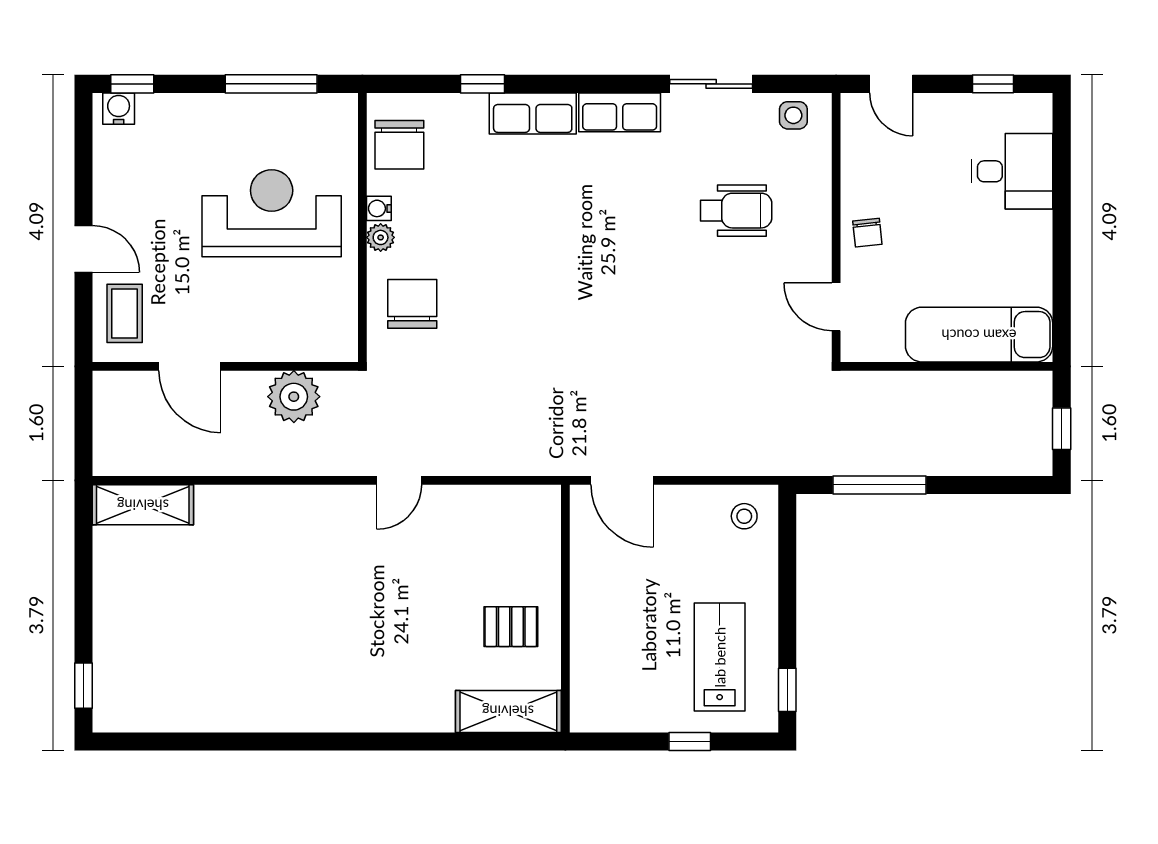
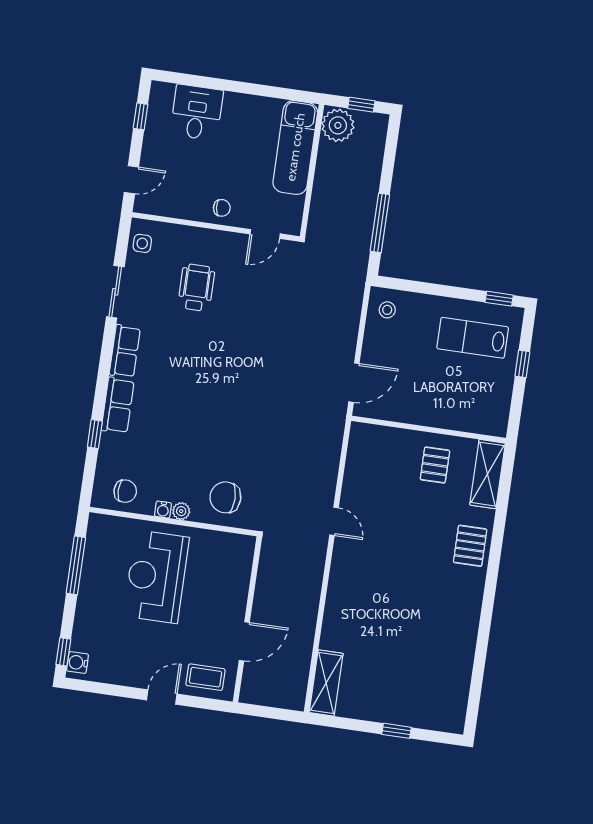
chair: (399, 145) -> (125, 491), width x0.73, depth x0.73
plant: (294, 397) -> (338, 125), moved
window: (83, 686) -> (397, 731), moved
pallet: (391, 700) -> (470, 546), added

